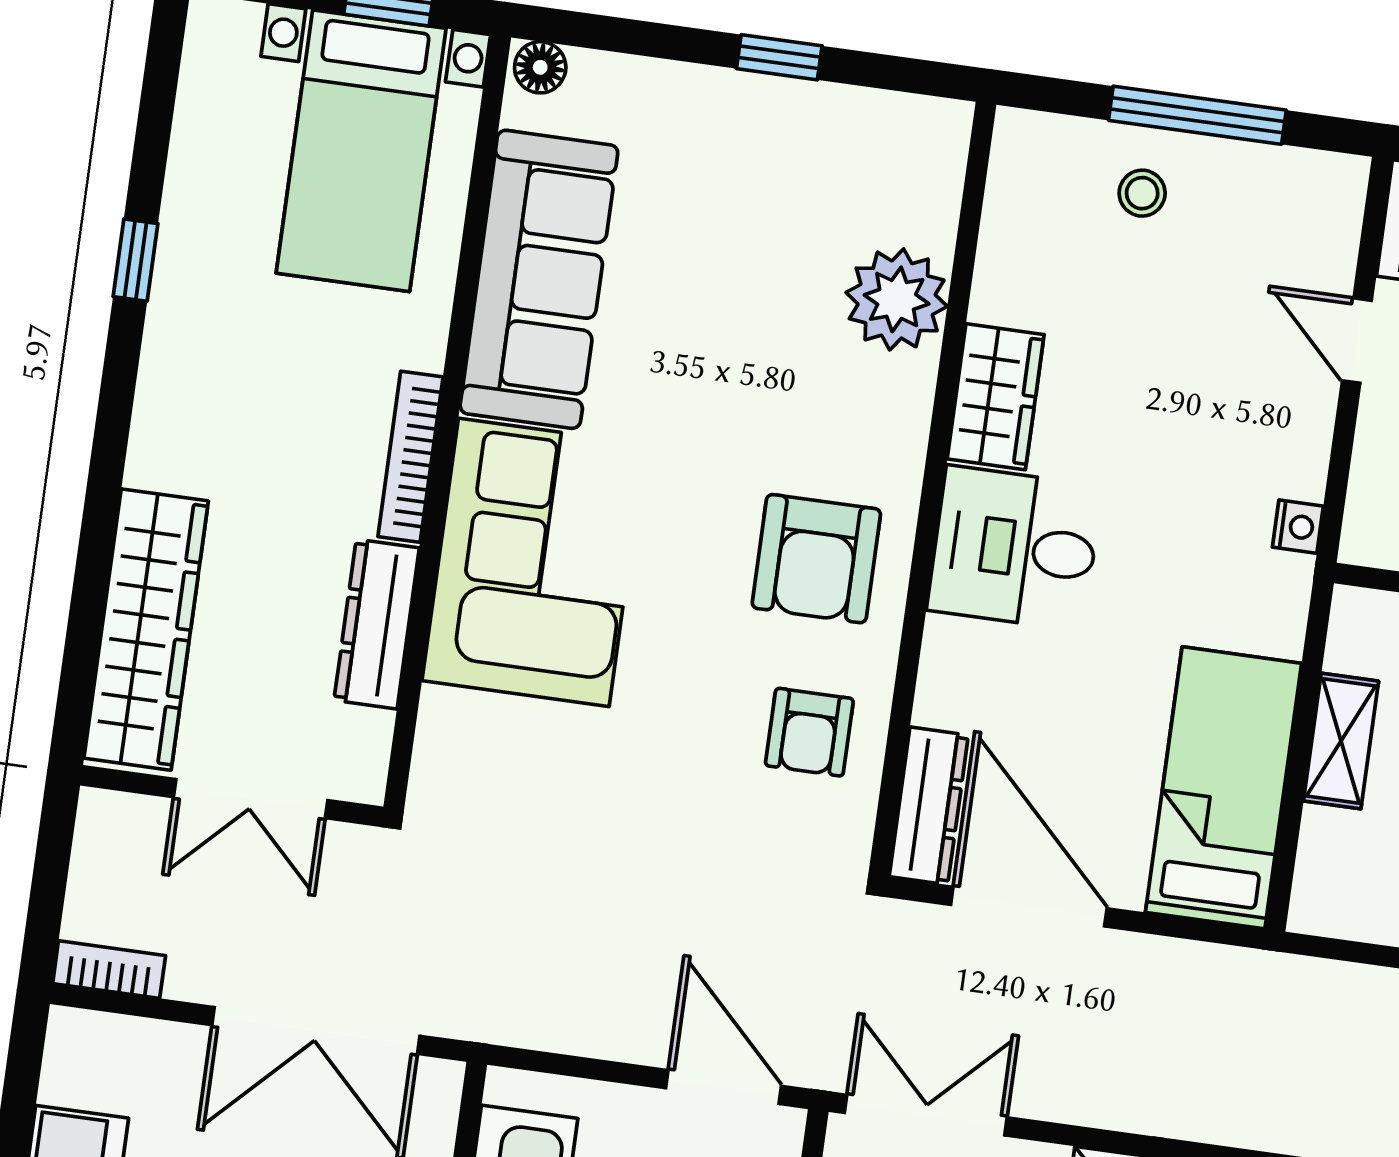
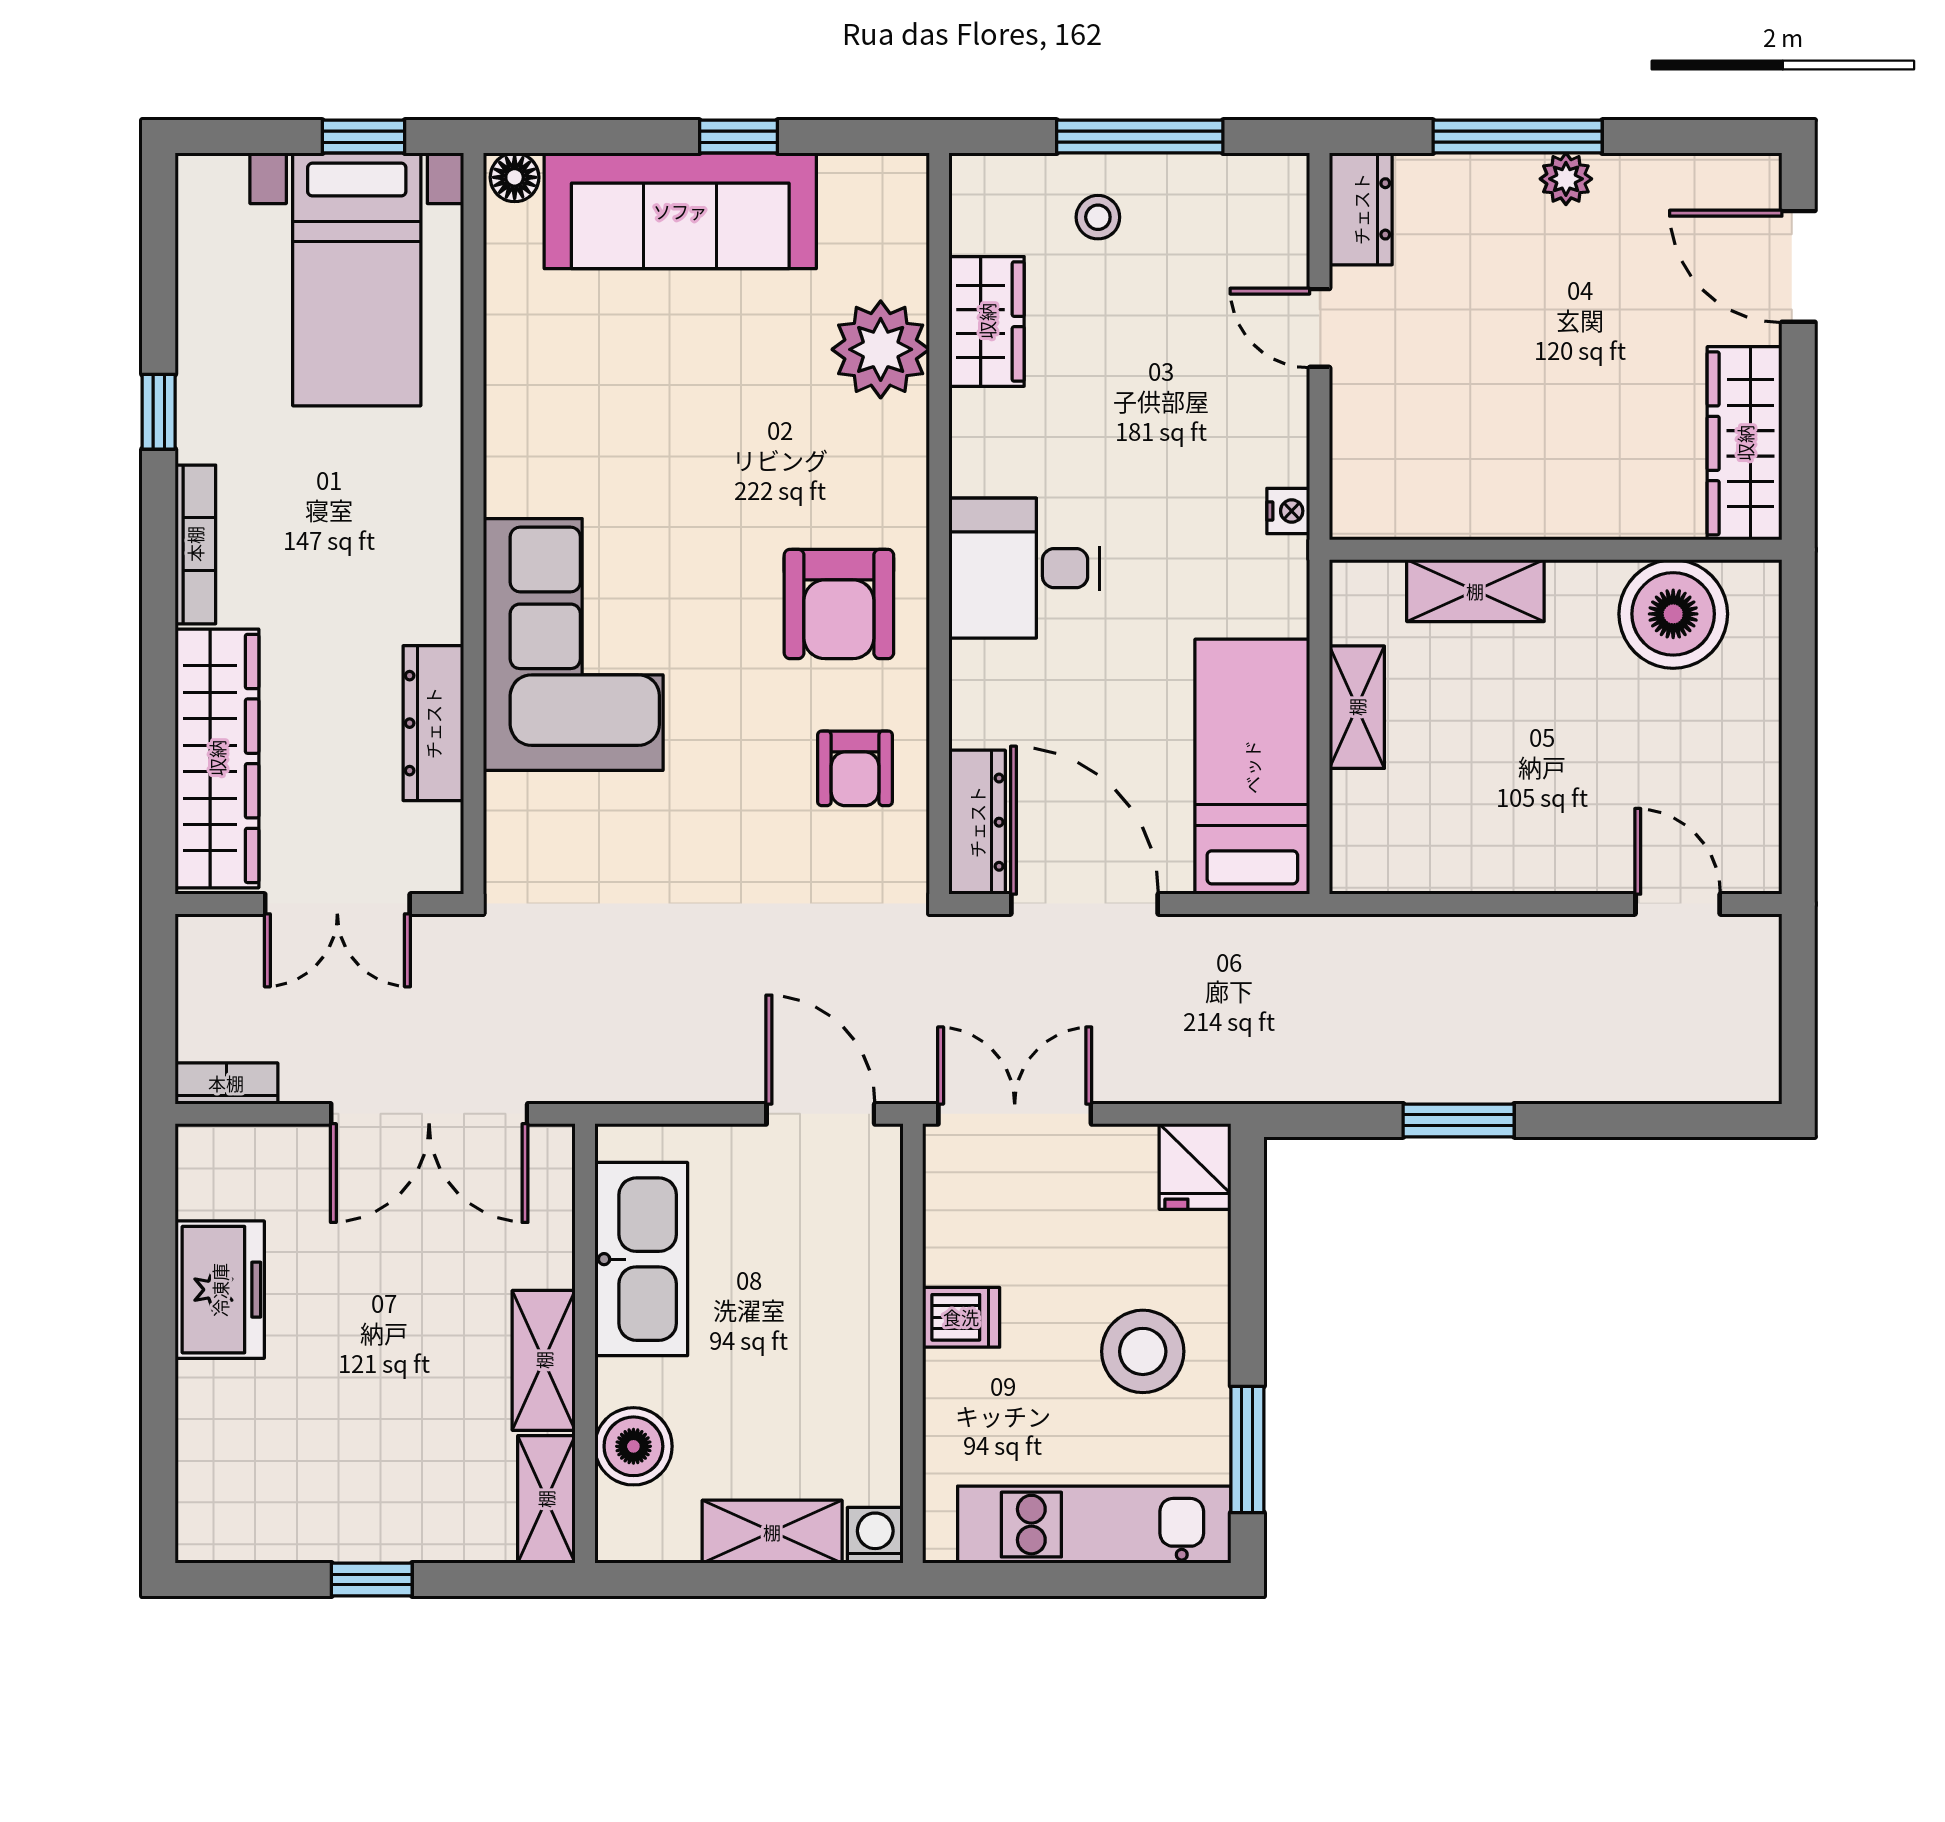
sofa: (539, 279) -> (680, 211), moved, turned 90
wardrobe: (996, 397) -> (987, 321), moved
bookcase: (410, 457) -> (195, 544), moved, turned 180

